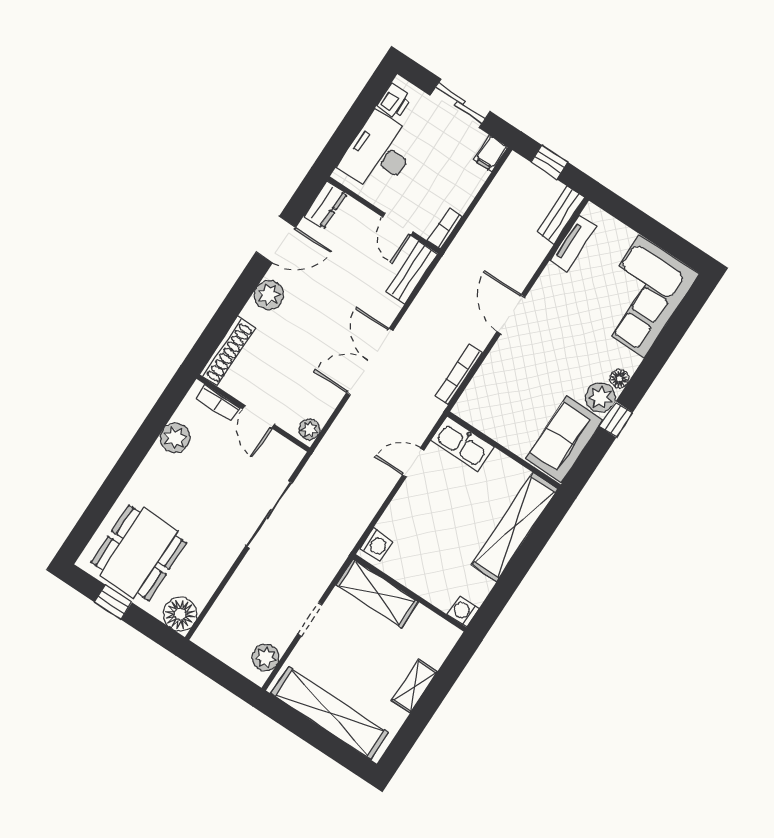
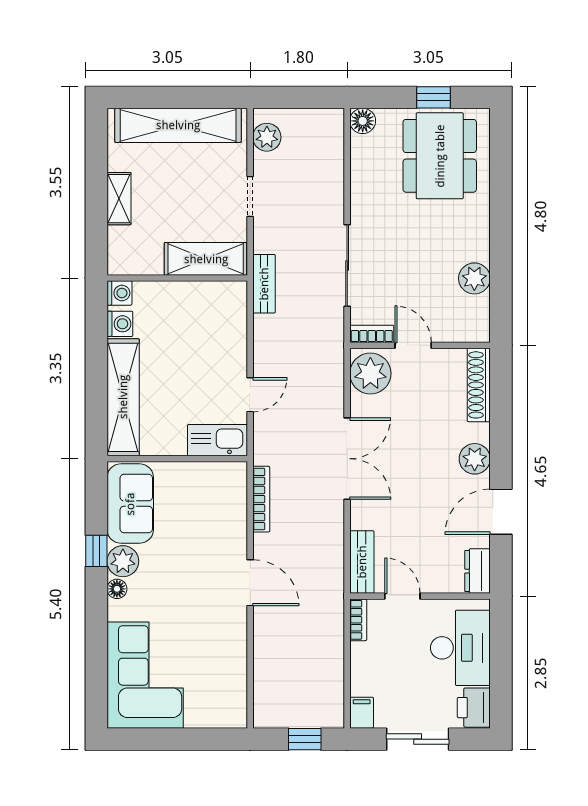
printer: (394, 101) -> (474, 708), width x1.36, depth x1.24
bench: (561, 215) -> (264, 284), moved
tv unit: (573, 243) -> (236, 681), removed
bookcase: (218, 403) -> (372, 334), moved
plant: (310, 429) -> (370, 374), width x1.88, depth x1.88
washing machine: (376, 545) -> (120, 324), moved, turned 180
floor lamp: (180, 614) -> (363, 121), width x0.73, depth x0.73

